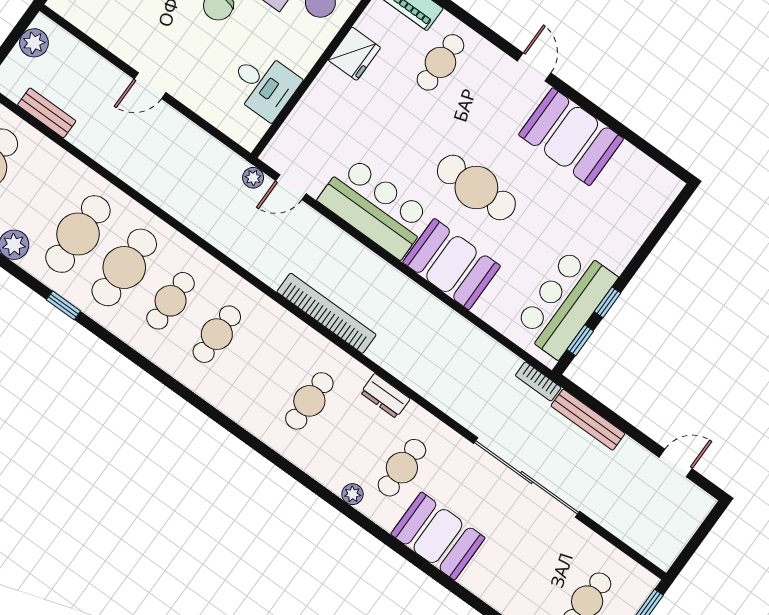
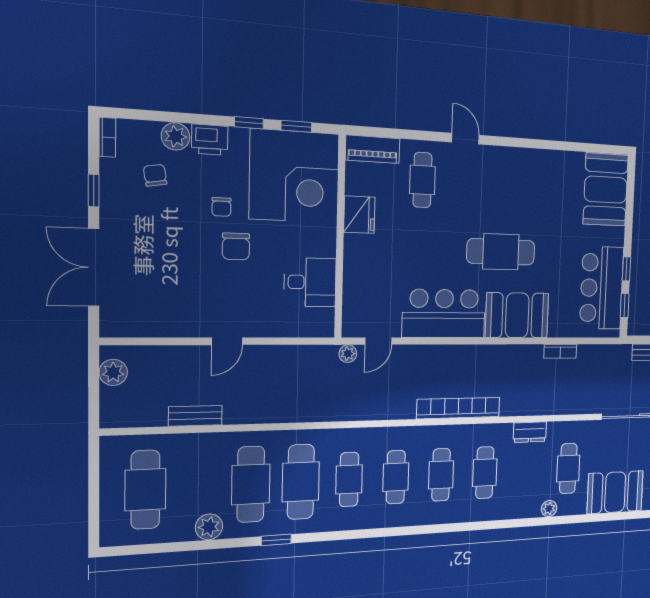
door: (534, 67) -> (465, 139), moved
bench: (47, 113) -> (195, 416), moved
booth: (571, 137) -> (606, 190), moved, turned 90
cafe table: (263, 368) -> (441, 475), added
bookcase: (538, 381) -> (560, 351), moved

